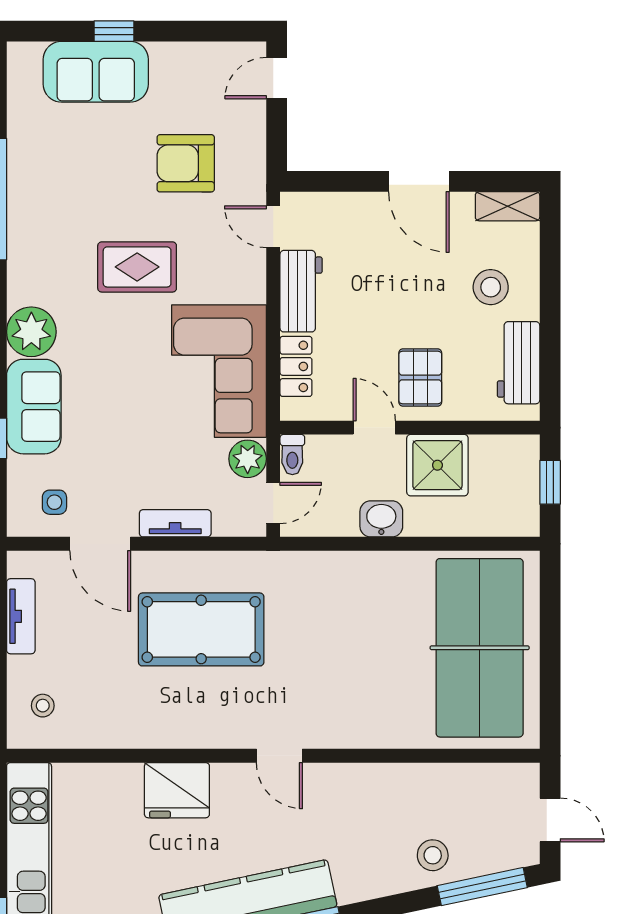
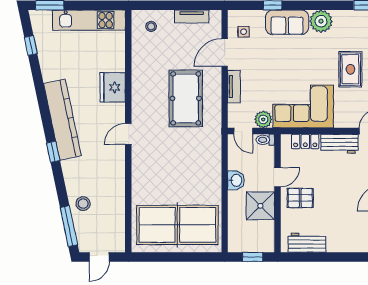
stool: (491, 287) -> (341, 230), removed

